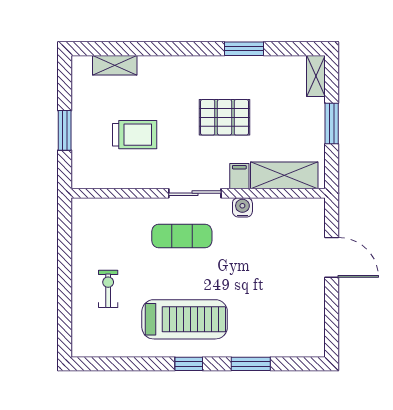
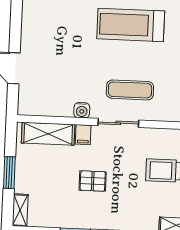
pallet: (225, 117) -> (93, 181), width x0.67, depth x0.71

